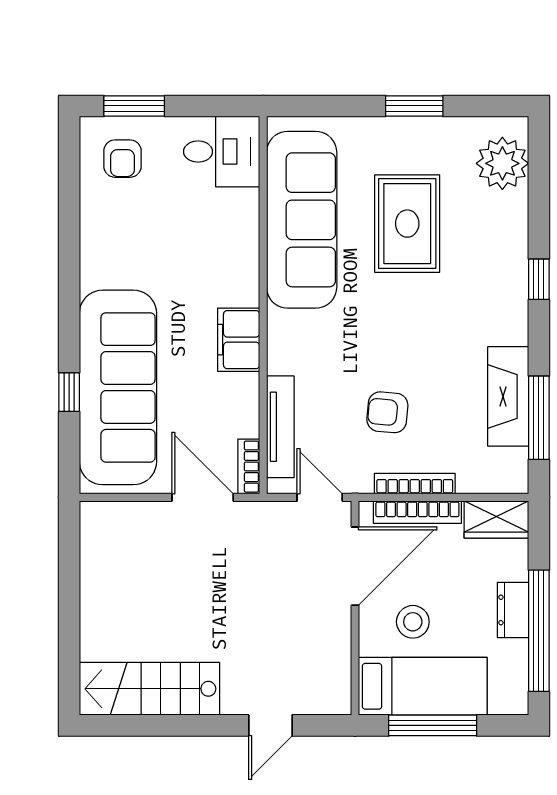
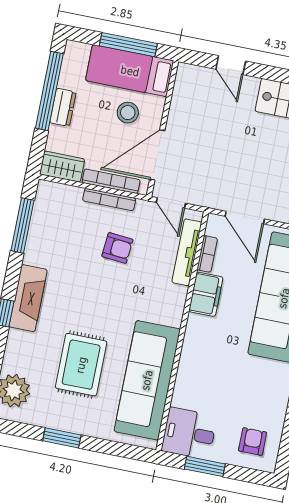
window: (134, 106) -> (205, 466), moved
filing cabinet: (239, 340) -> (206, 294), moved
fireplace: (508, 396) -> (28, 298), moved
bookcase: (249, 467) -> (207, 254), moved
door: (270, 725) -> (231, 65), swing flipped

